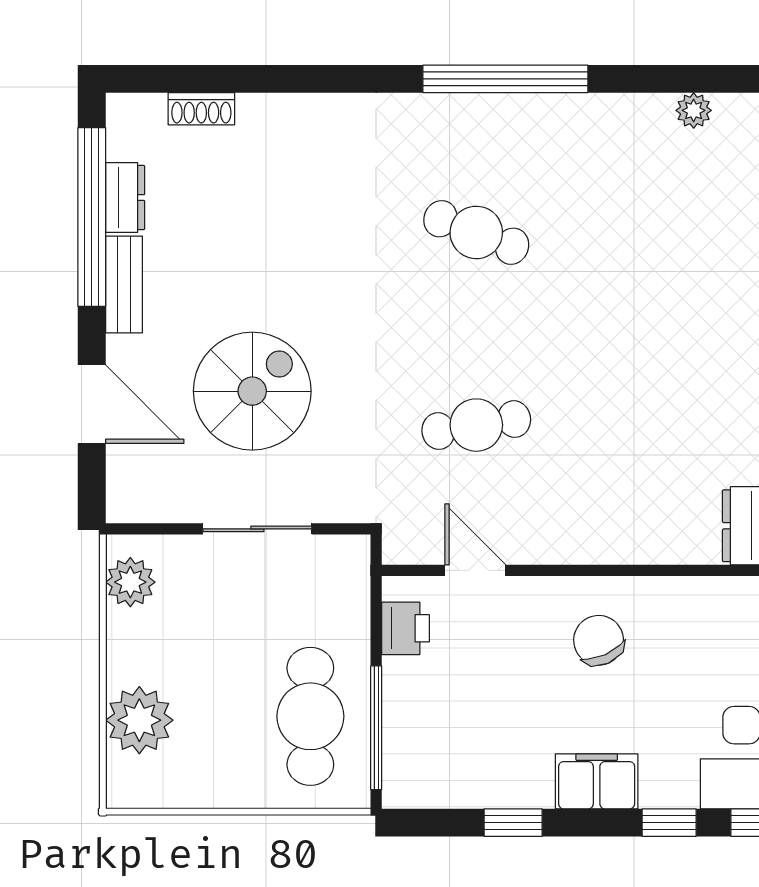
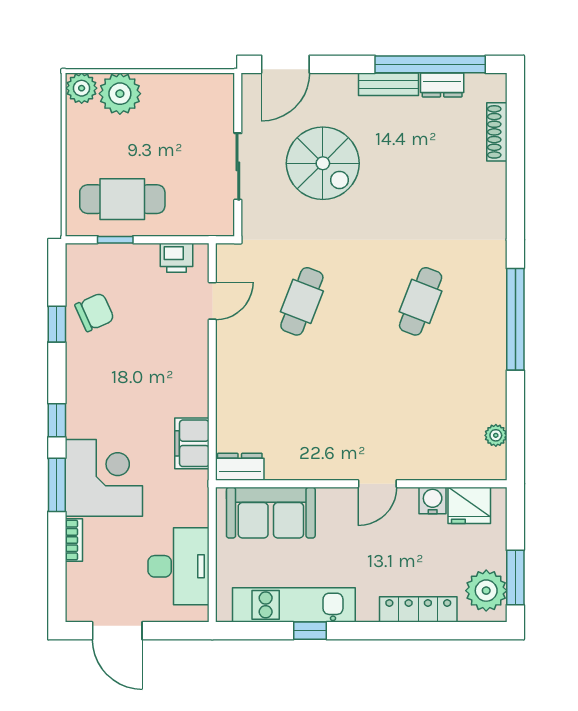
shoe rack: (201, 109) -> (497, 132), width x1.43
door: (92, 404) -> (285, 64), moved
cafe table: (476, 425) -> (302, 301), turned 30
plant: (130, 582) -> (82, 88), moved
chair: (599, 640) -> (95, 312), moved
window: (376, 728) -> (115, 240), width x0.46
filing cabinet: (597, 781) -> (192, 443), moved, turned 180

